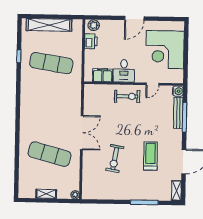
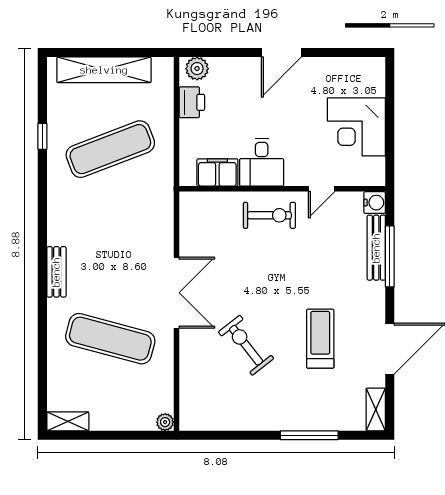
corner desk: (165, 50) -> (356, 127), width x0.74, depth x0.74
exercise mat: (51, 63) -> (110, 149), turned -30
bench: (24, 122) -> (56, 272), added
exercise bike: (115, 159) -> (246, 345), turned 132
shelving: (46, 194) -> (68, 421), moved

